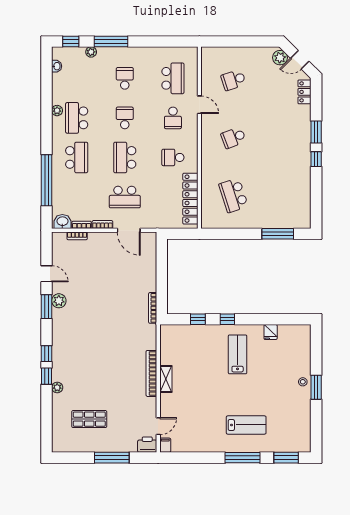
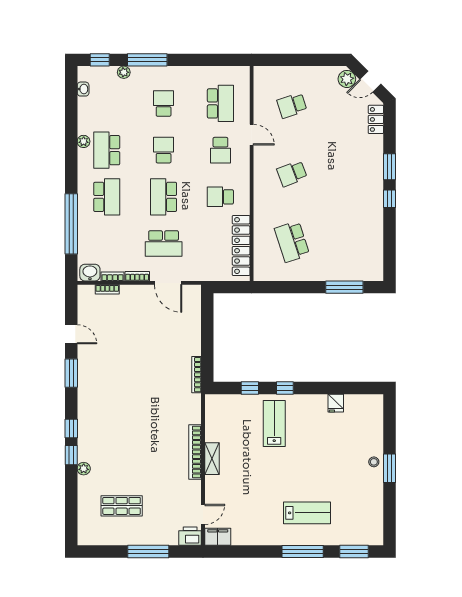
plant: (59, 301) -> (86, 366), removed
lab bench: (238, 354) -> (274, 424), moved
filing cabinet: (165, 445) -> (218, 537), width x2.00

